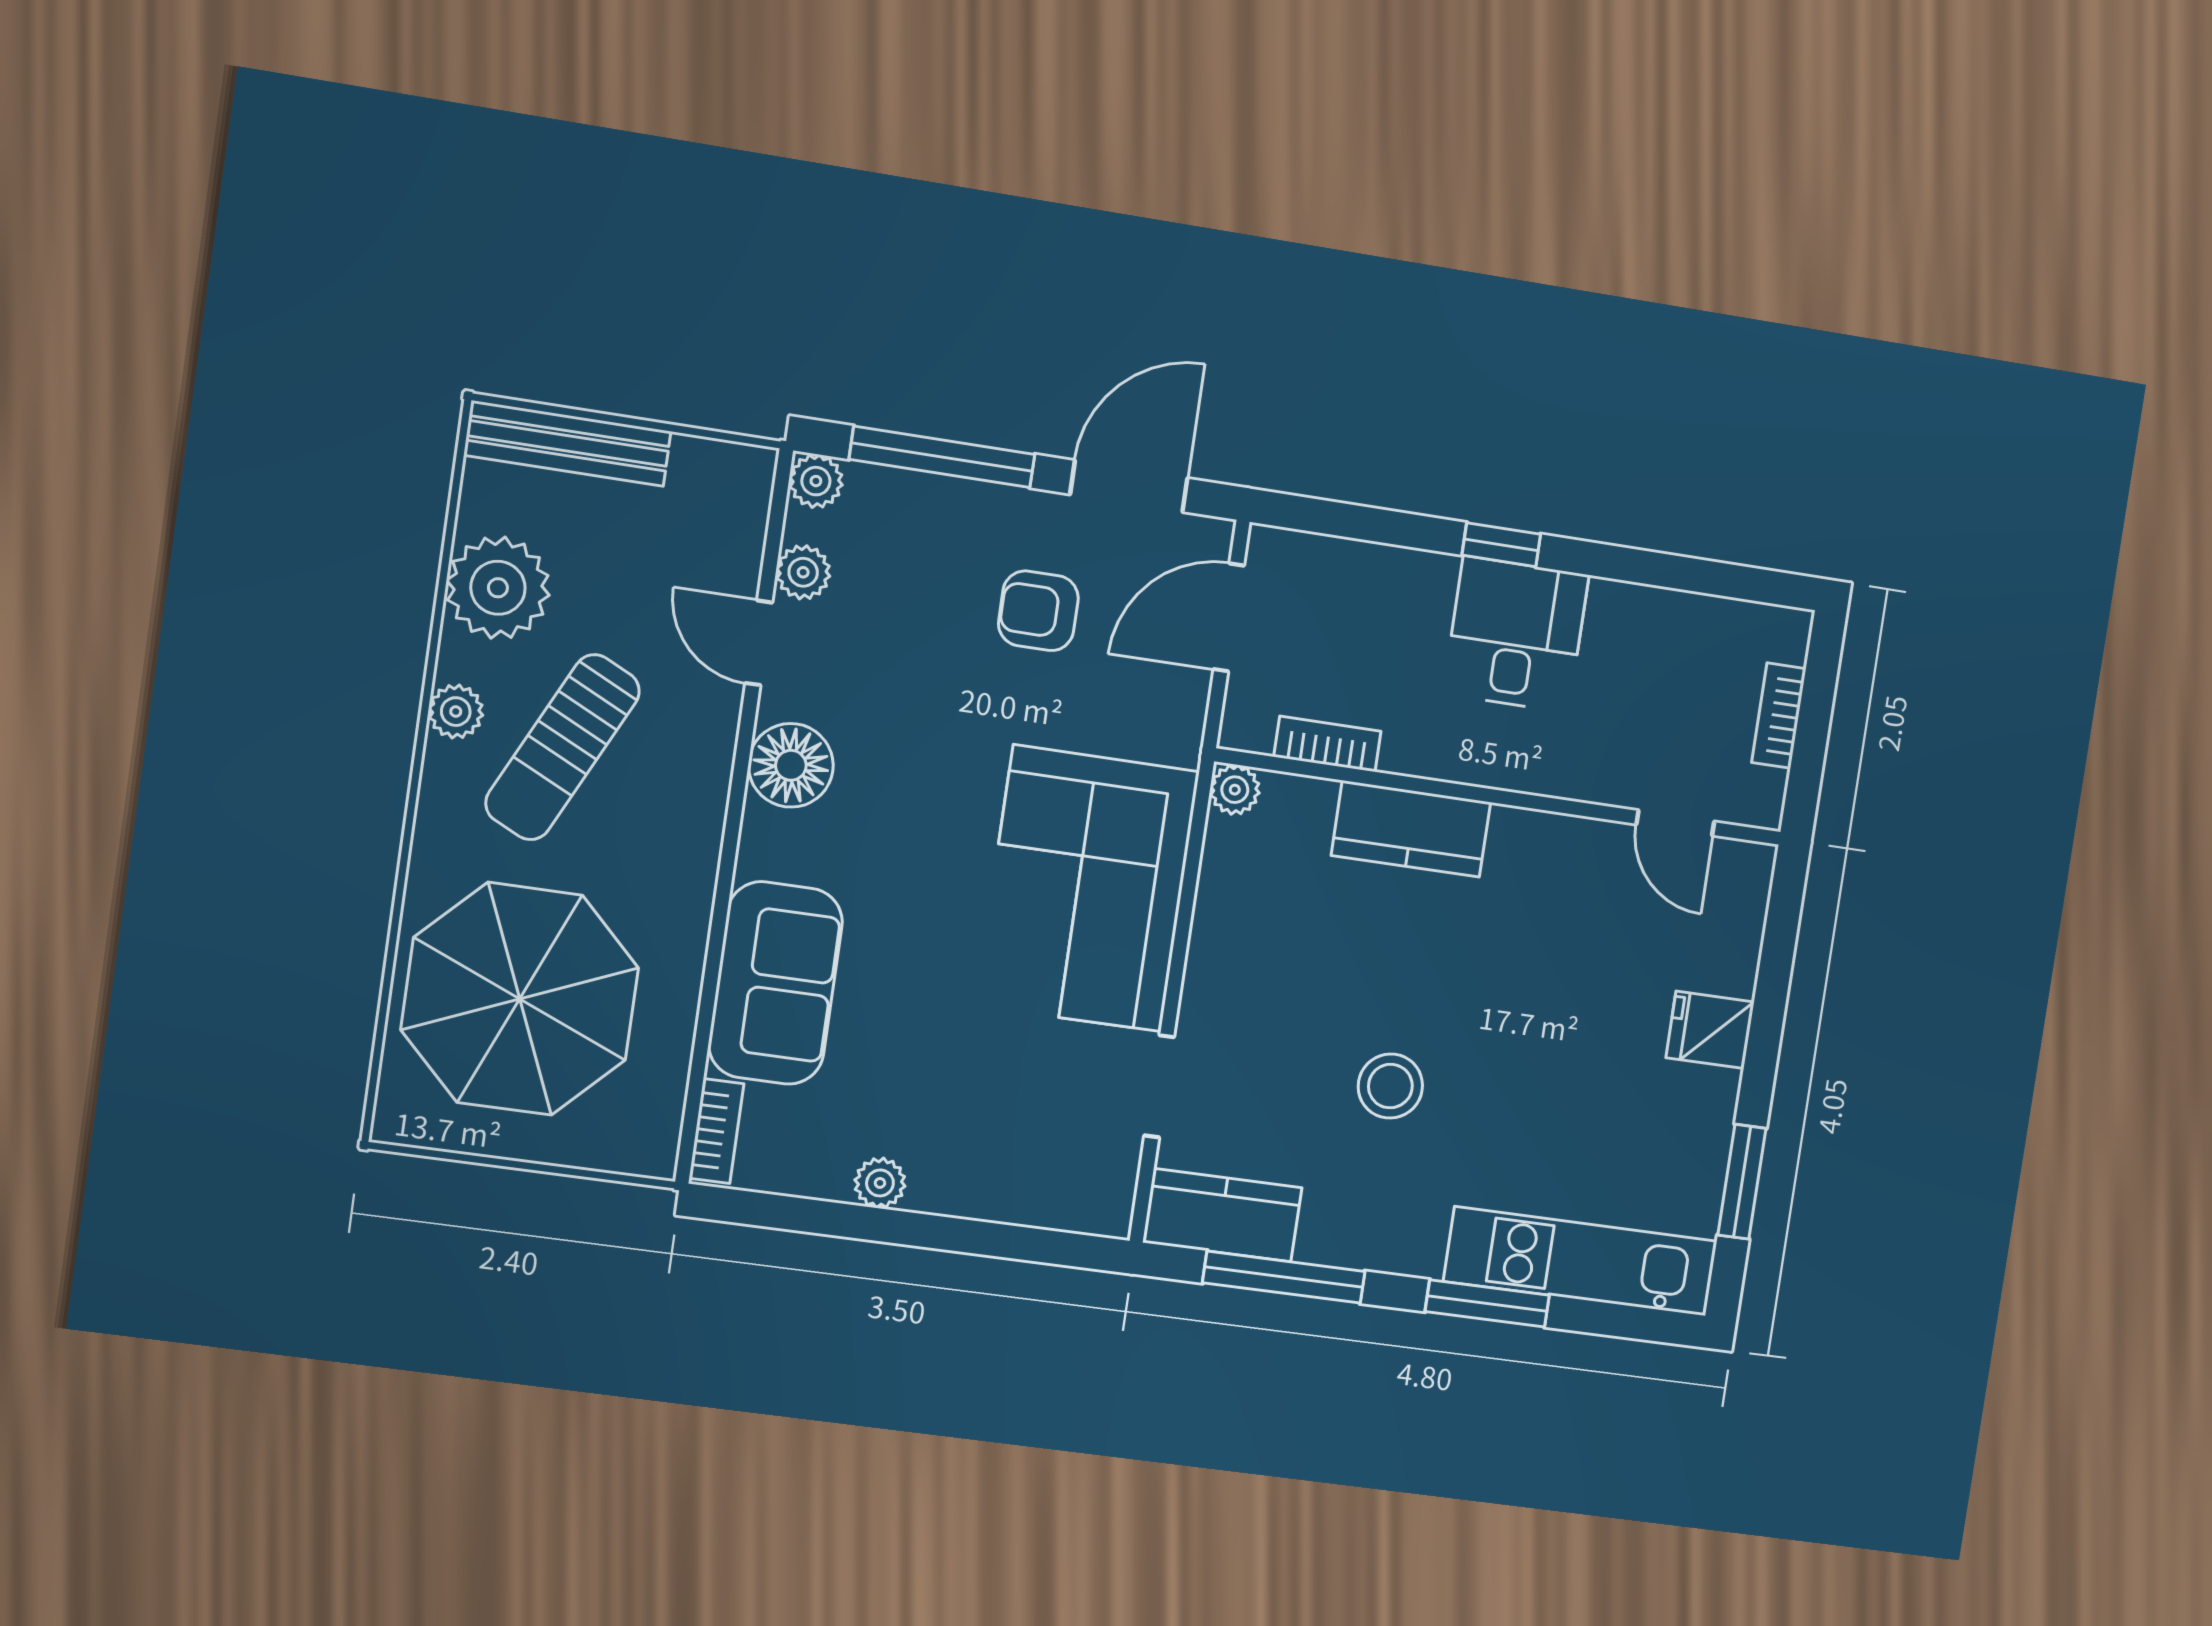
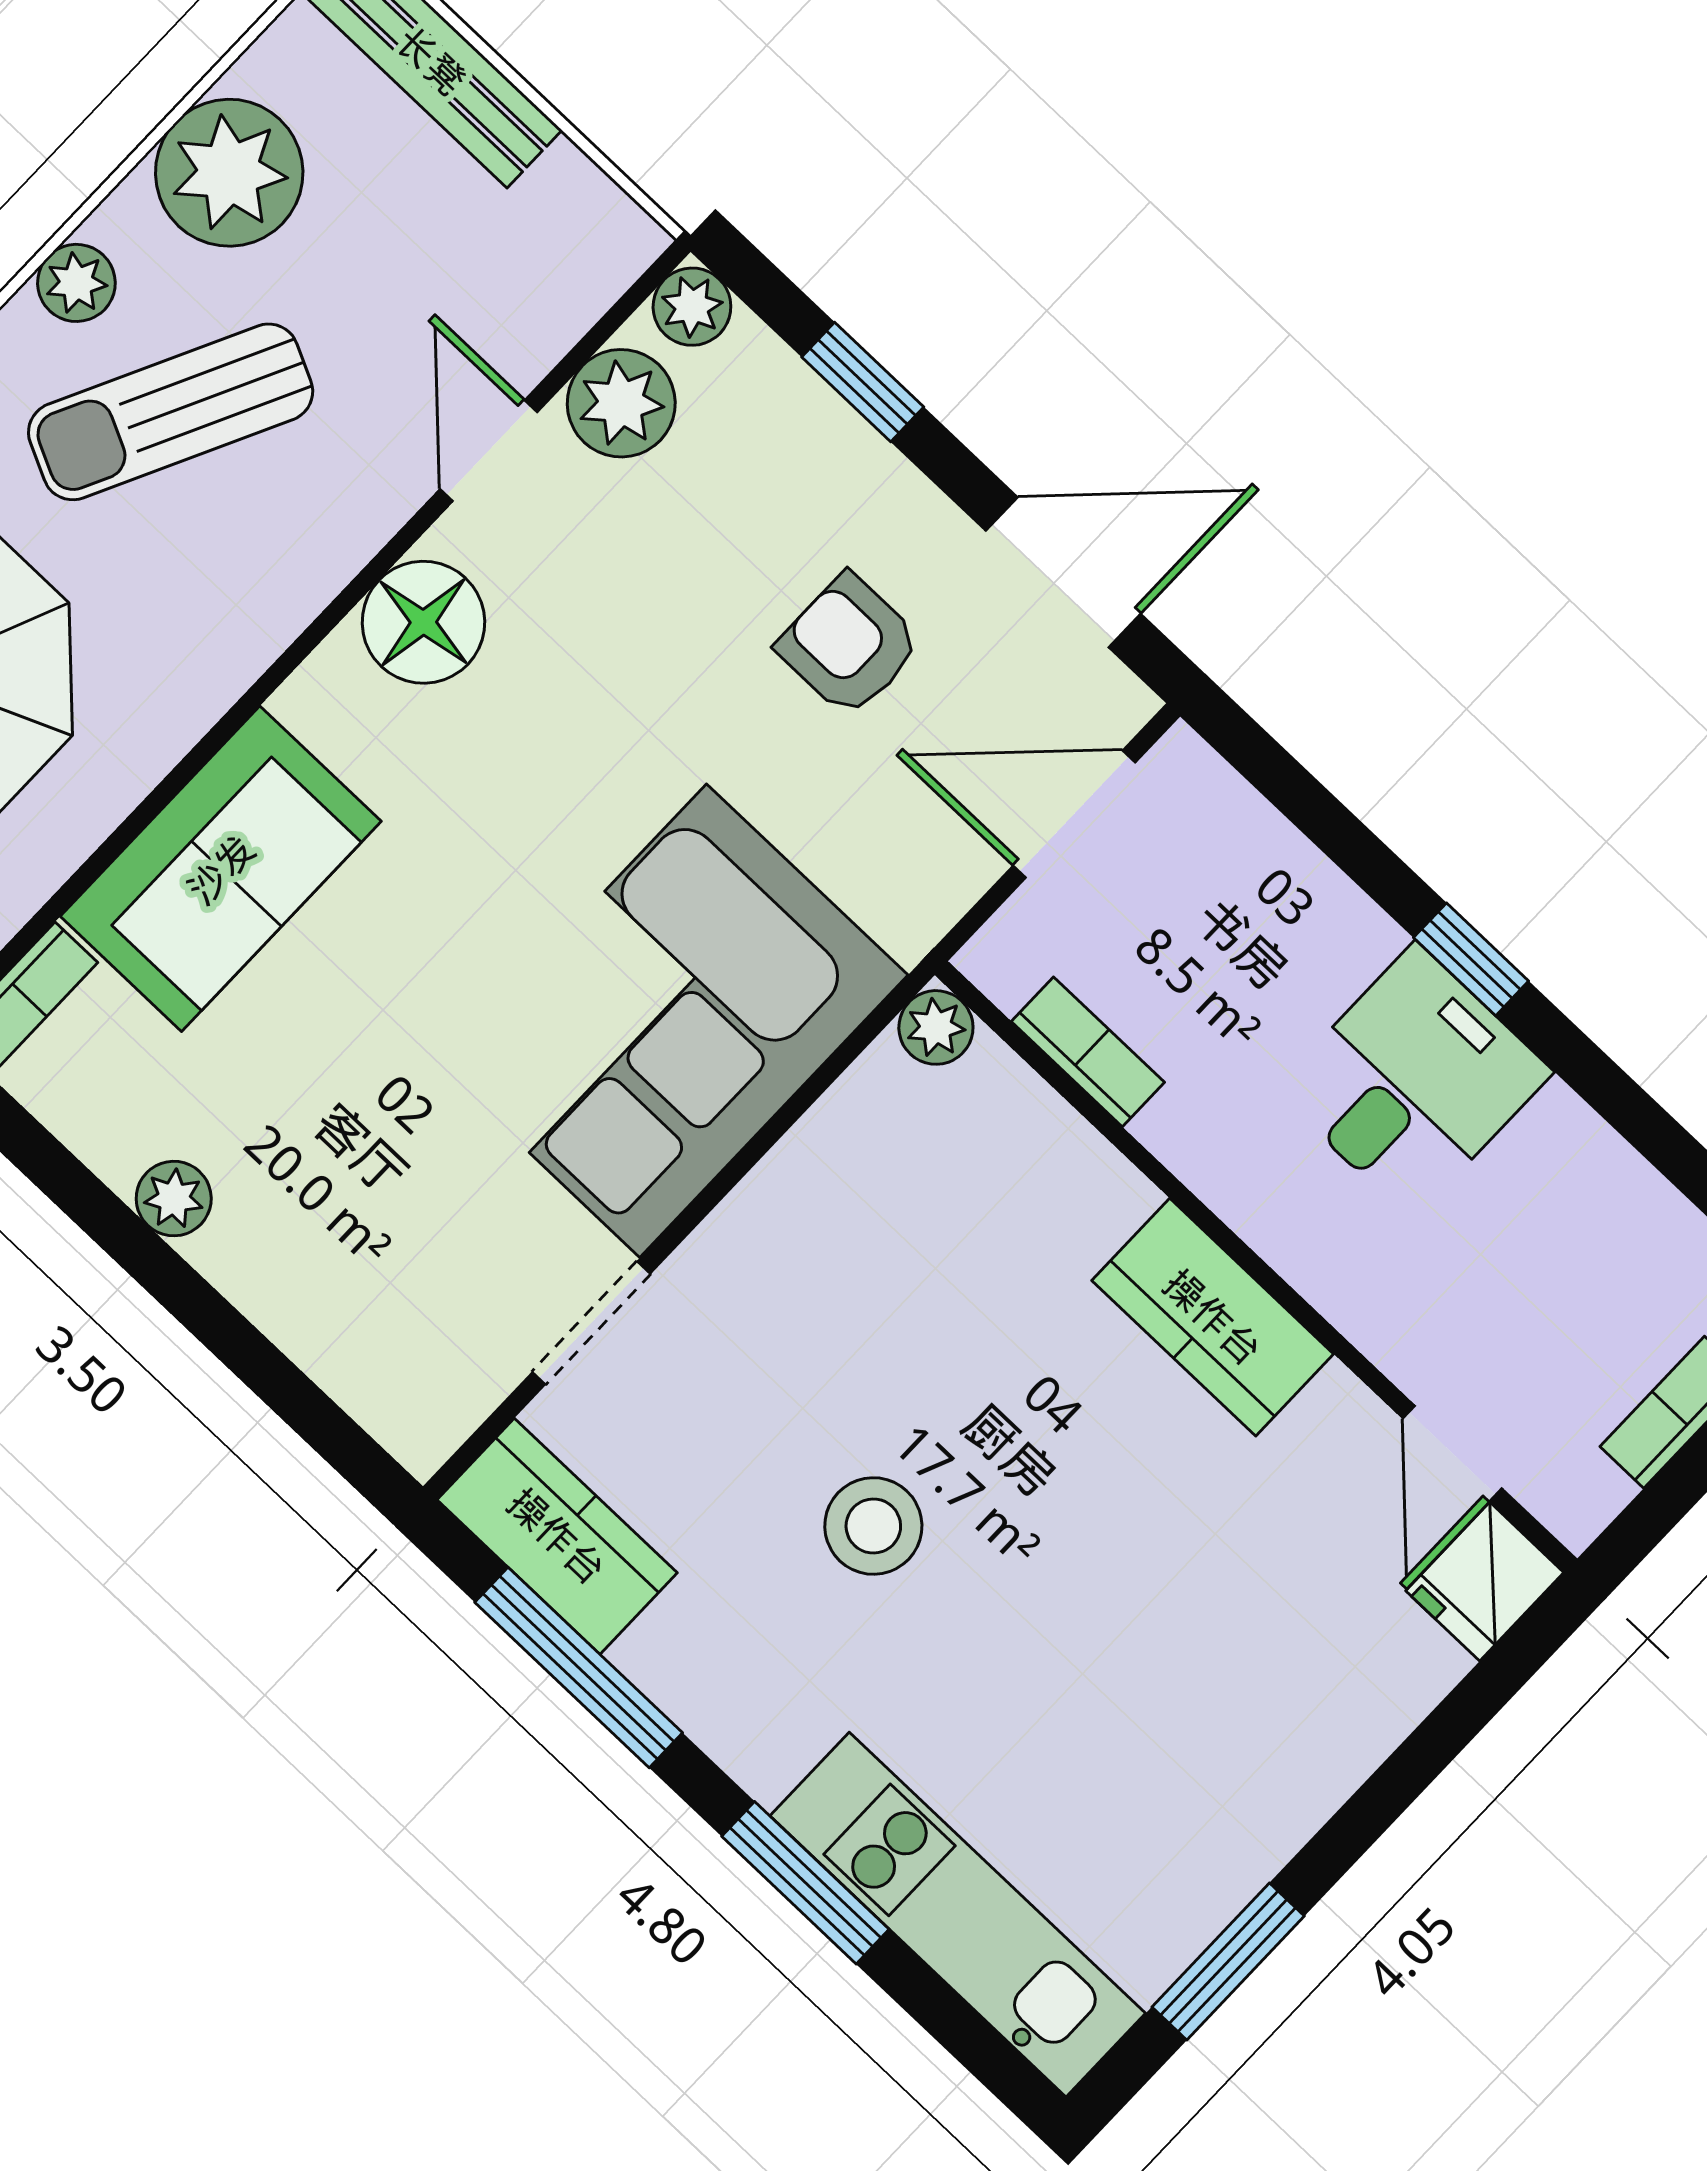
window: (942, 457) -> (863, 382), width x0.46
plant: (803, 572) -> (621, 403), width x1.38, depth x1.38
kitchen counter: (1411, 829) -> (1213, 1317), moved
fridge: (1710, 1030) -> (1485, 1582), moved, turned -90

